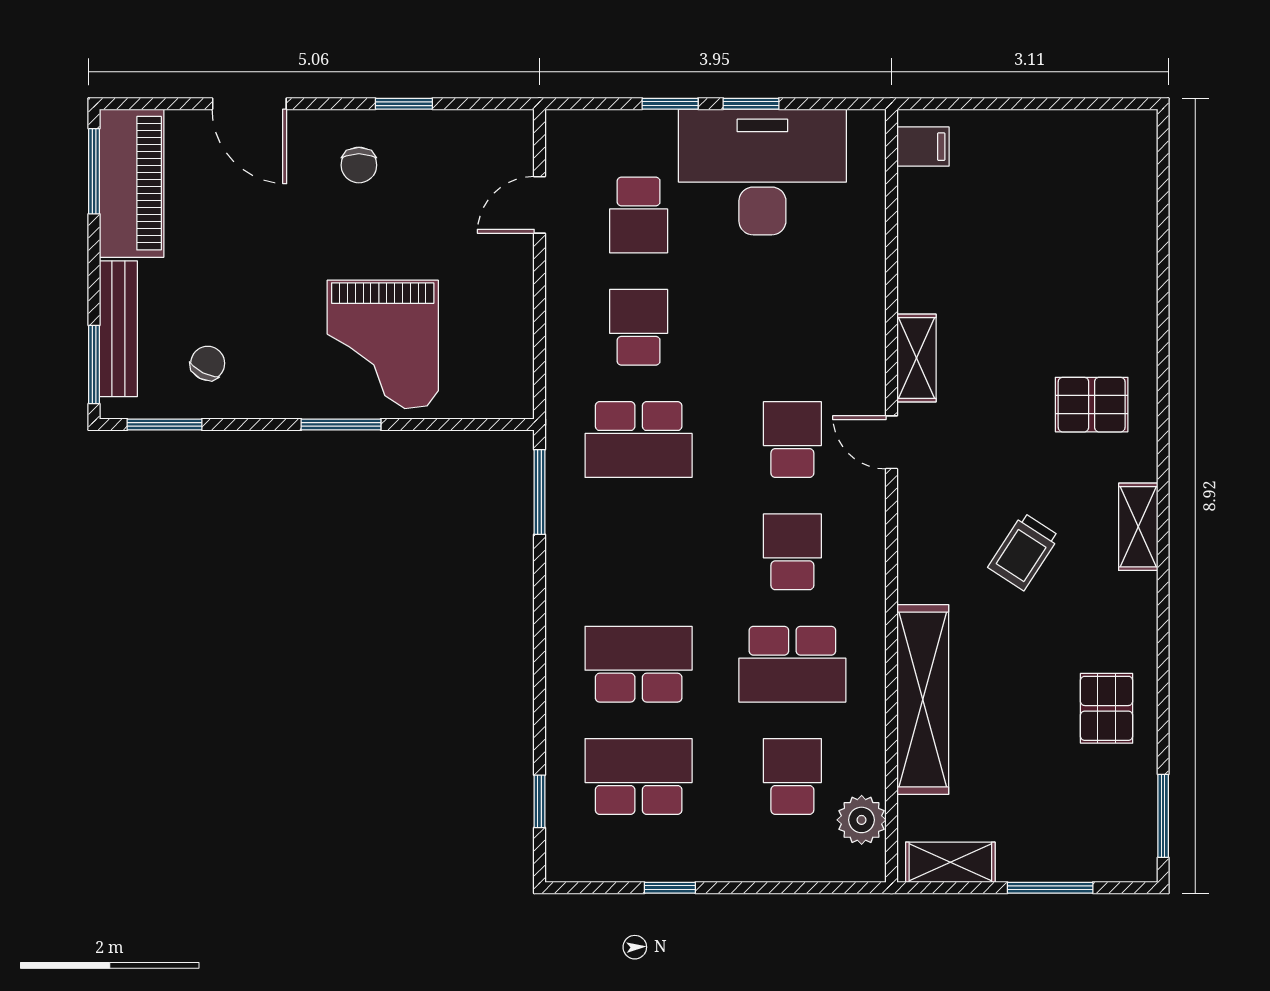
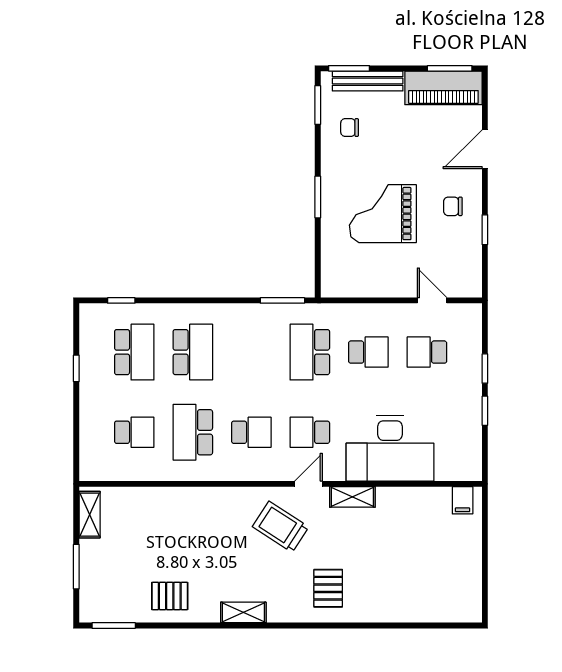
desk: (762, 172) -> (390, 448), moved, turned 90
grand piano: (383, 344) -> (383, 214), moved
chair: (208, 363) -> (350, 128), turned 153
school desk: (792, 440) -> (310, 432), turned 180
shelving: (1138, 527) -> (243, 612), moved
trolley: (1024, 552) -> (281, 527), moved, width x1.36, depth x1.39
shelving: (923, 699) -> (174, 500), removed
plant: (862, 820) -> (112, 468), removed

